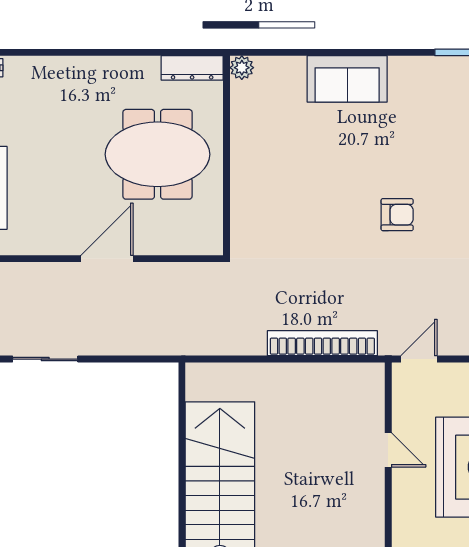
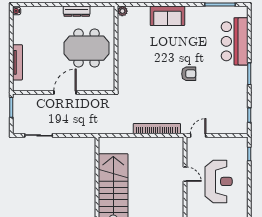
dresser: (192, 68) -> (77, 11), moved

